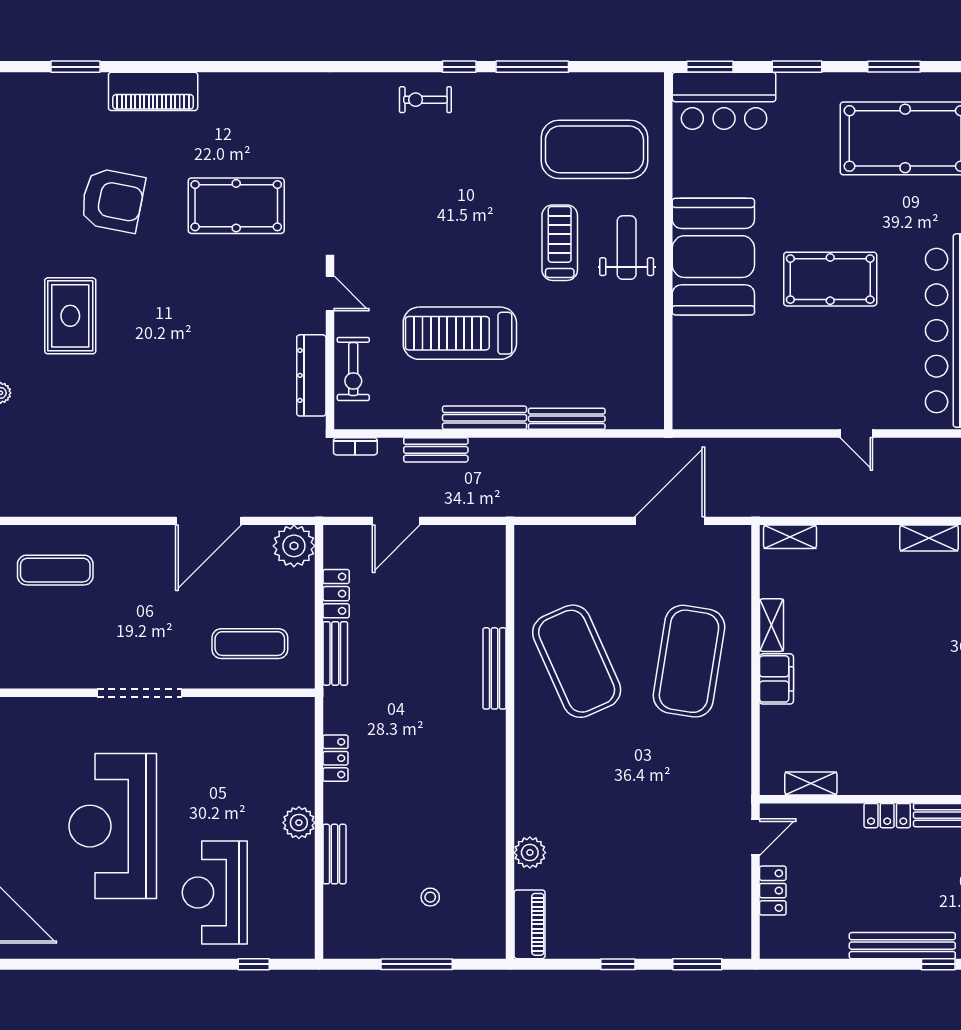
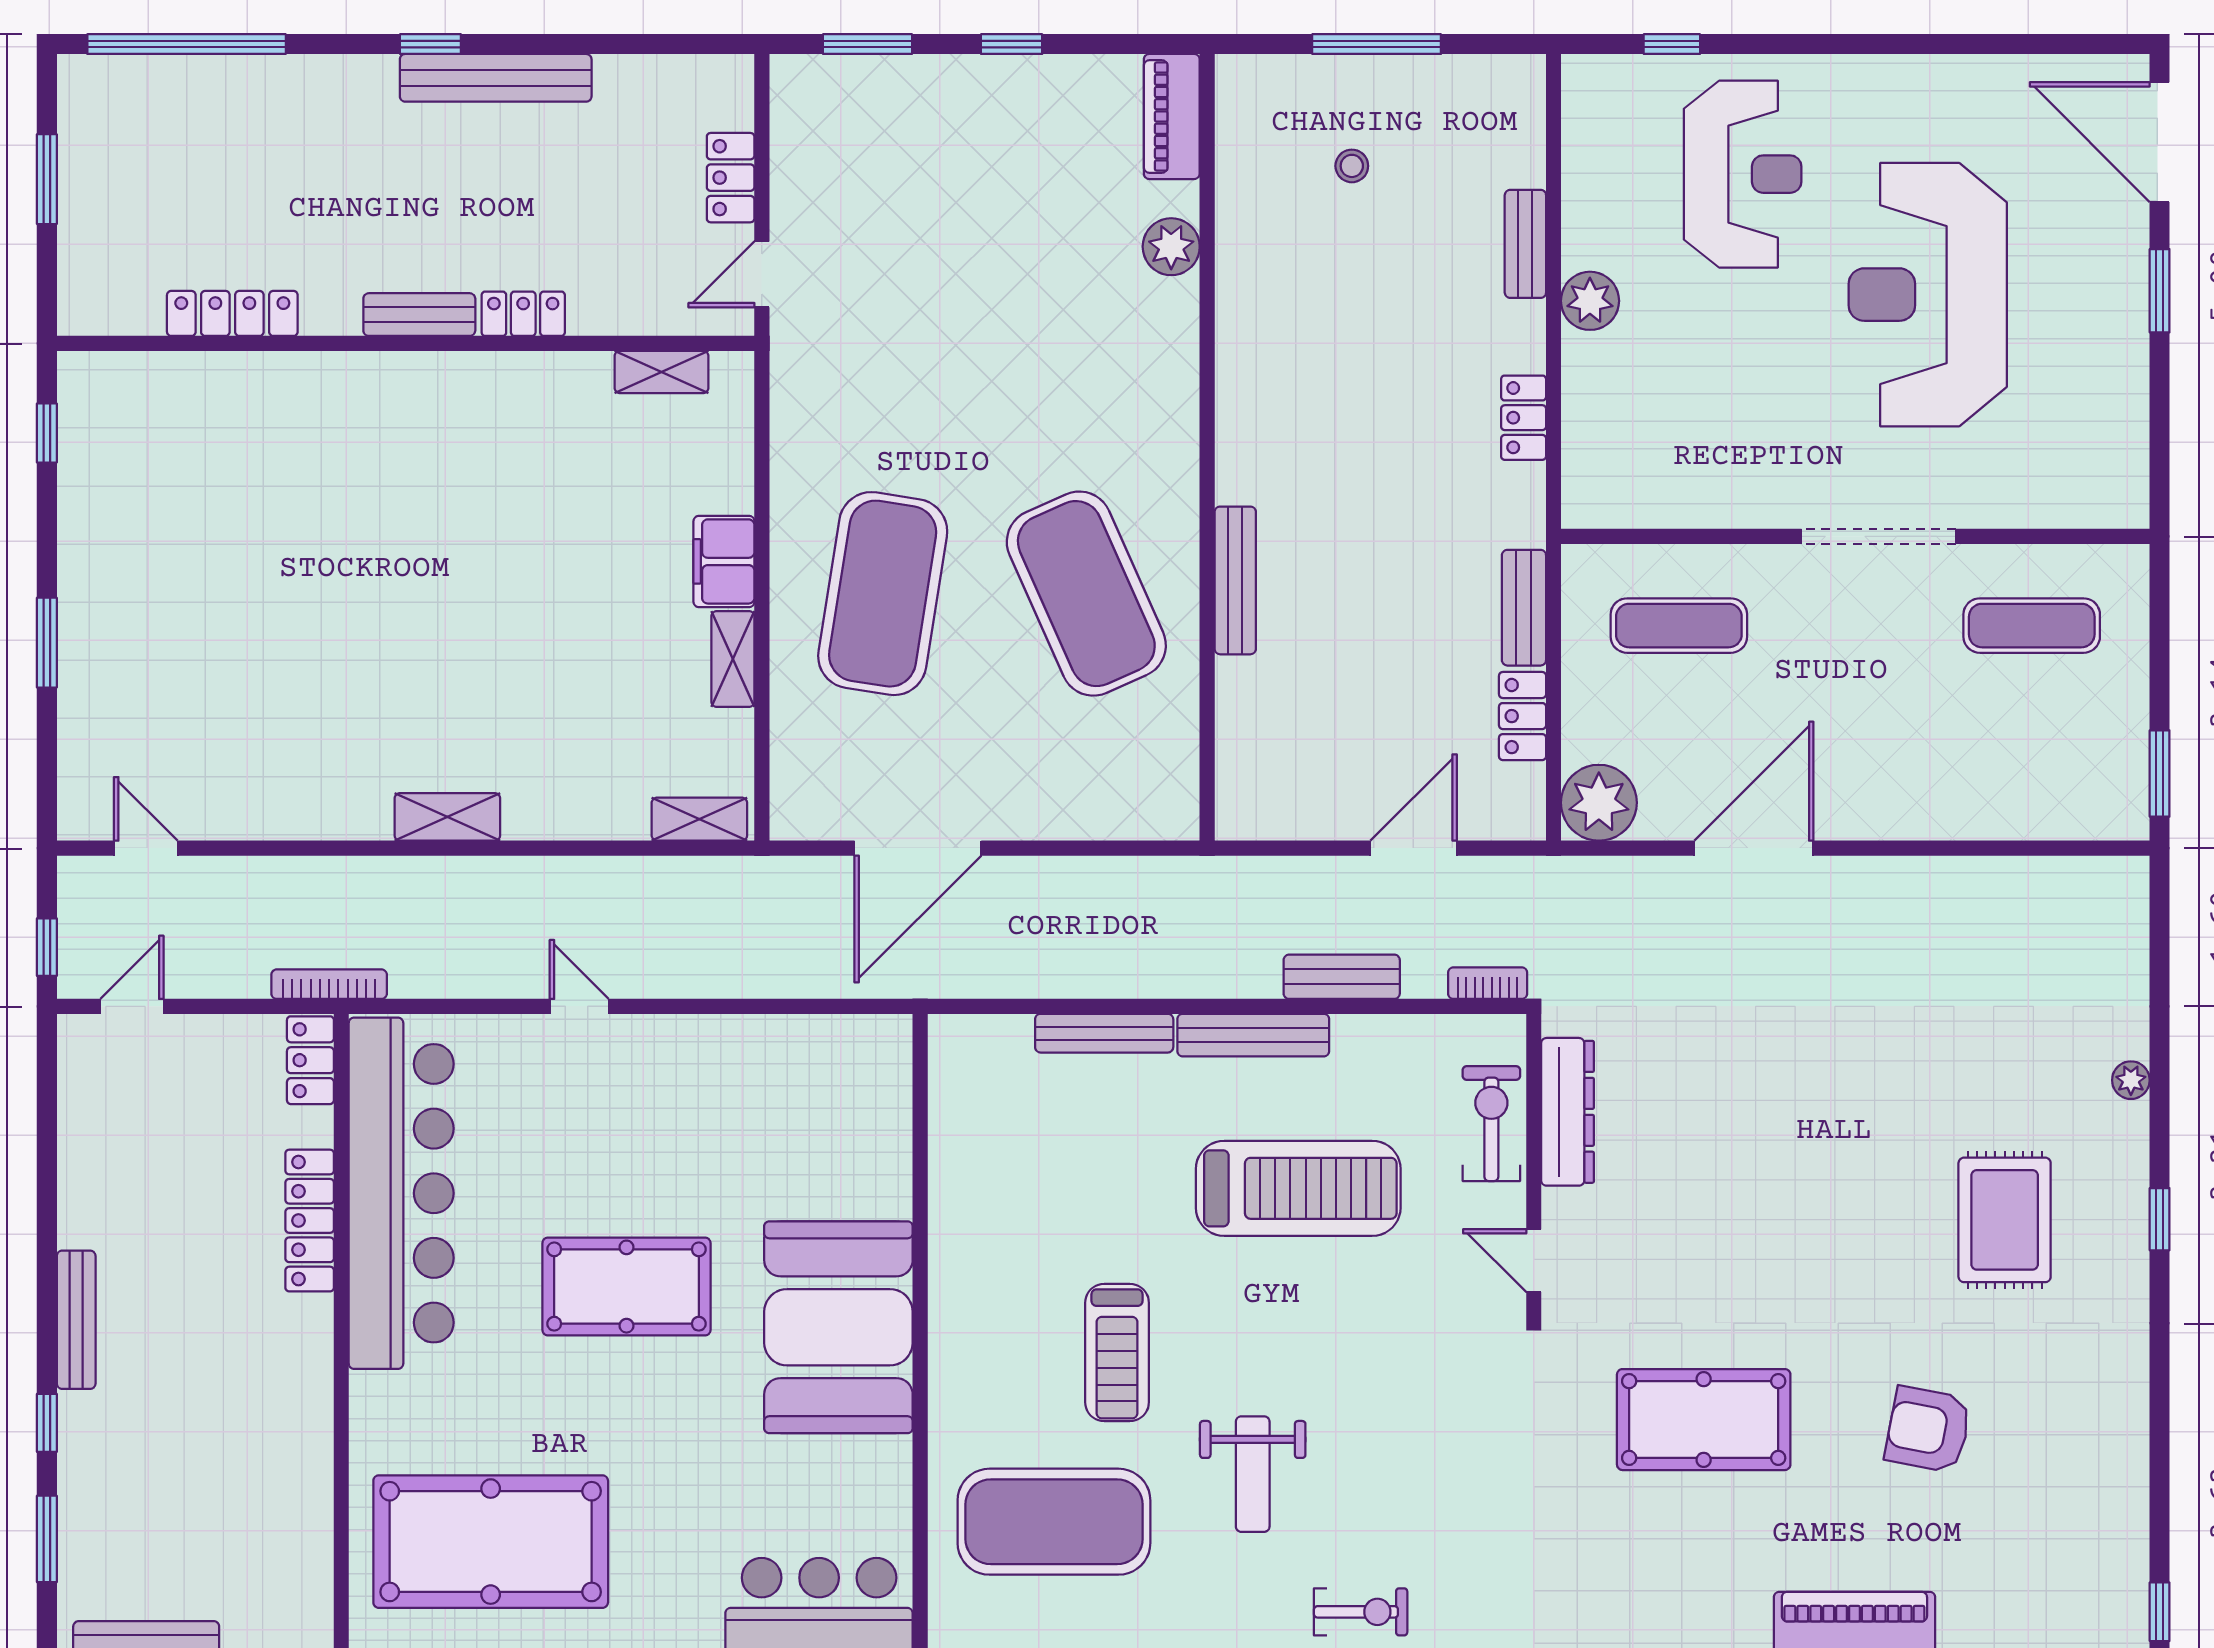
armchair: (112, 200) -> (1928, 1429), width x0.73, depth x0.73
weight bench: (627, 248) -> (1253, 1474), moved
exercise mat: (55, 570) -> (2032, 626), moved
reception desk: (113, 826) -> (1928, 295), turned 180

